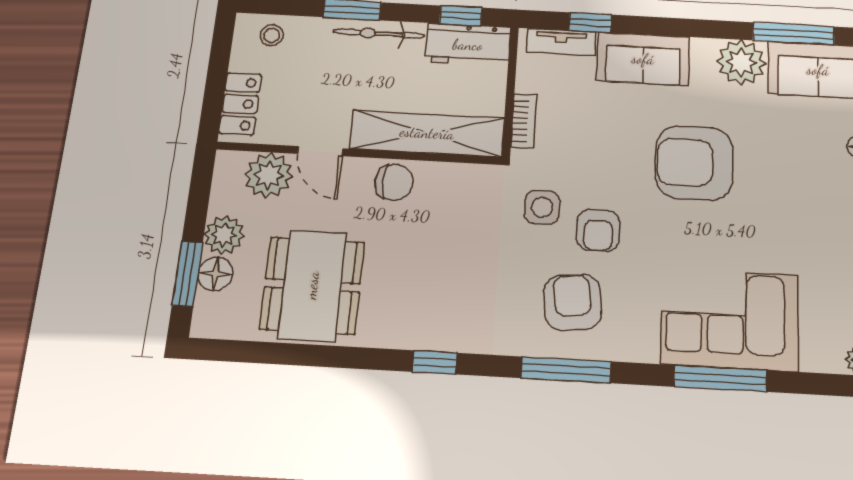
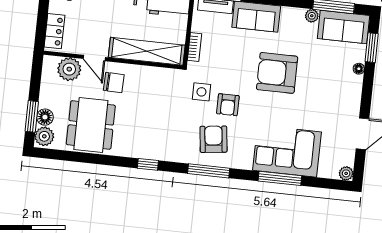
plant: (741, 62) -> (312, 16), width x0.53, depth x0.53
chair: (394, 182) -> (114, 83), moved
plant: (224, 235) -> (44, 136), moved

